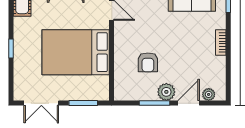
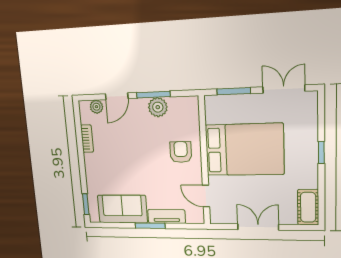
bookcase: (221, 42) -> (87, 139), moved
armchair: (148, 62) -> (181, 152), moved
plant: (166, 92) -> (158, 107), moved

